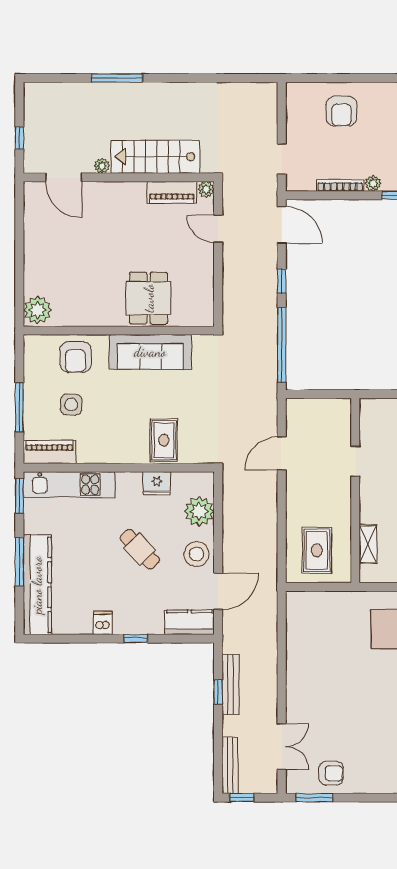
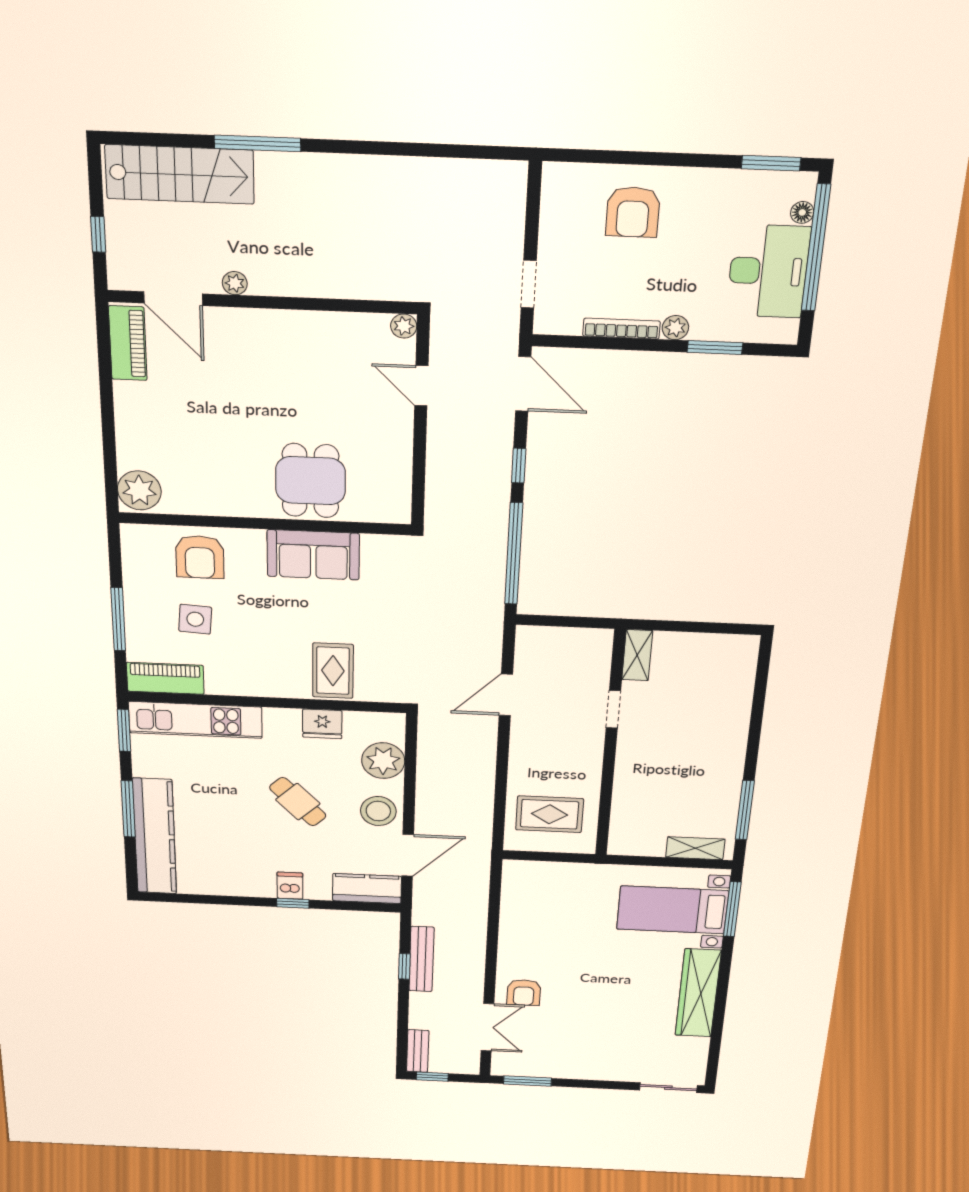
stairs: (155, 157) -> (180, 174), moved, turned 180
piano: (172, 192) -> (128, 343), moved, turned -90
sofa: (150, 352) -> (313, 555), width x0.73
shelving: (368, 544) -> (637, 655), moved
rug: (317, 550) -> (549, 814), turned 90
dishwasher: (103, 623) -> (290, 886), moved
bench: (230, 765) -> (418, 1051), width x0.73
armchair: (331, 773) -> (524, 993), moved, turned 90

